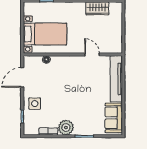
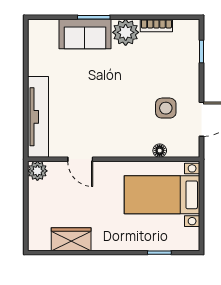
plant: (117, 48) -> (37, 171), added
side table: (35, 104) -> (166, 108), moved
sofa: (114, 118) -> (85, 34), moved, turned 90

